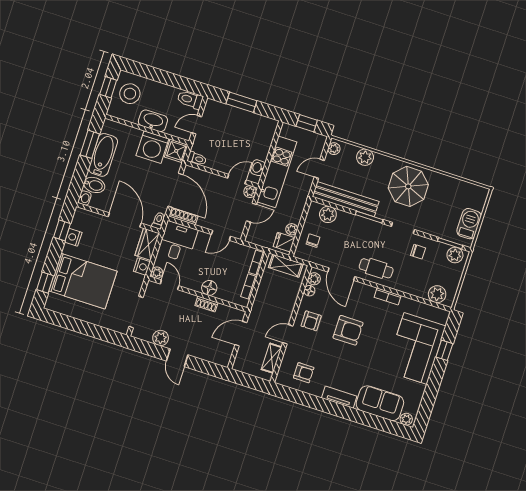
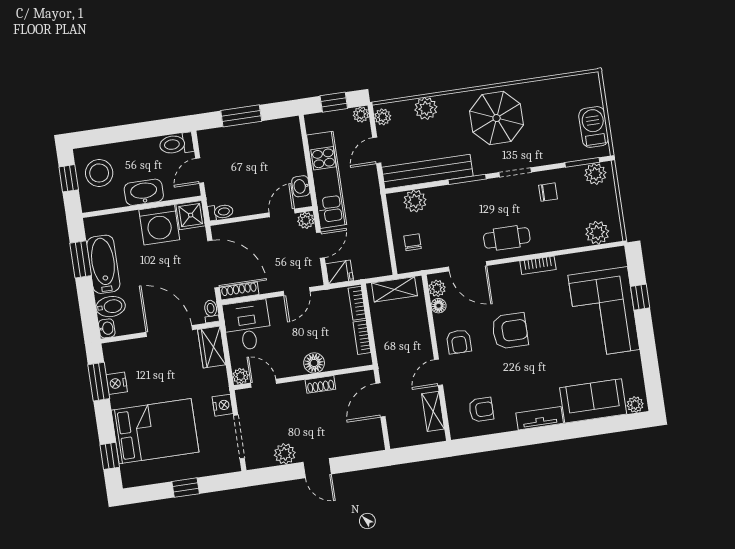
plant: (292, 229) -> (361, 114), moved
window: (62, 230) -> (99, 382), width x1.50
fridge: (284, 242) -> (339, 272), moved, turned 180
nightstand: (142, 267) -> (223, 405), moved
window: (85, 328) -> (186, 488), added

